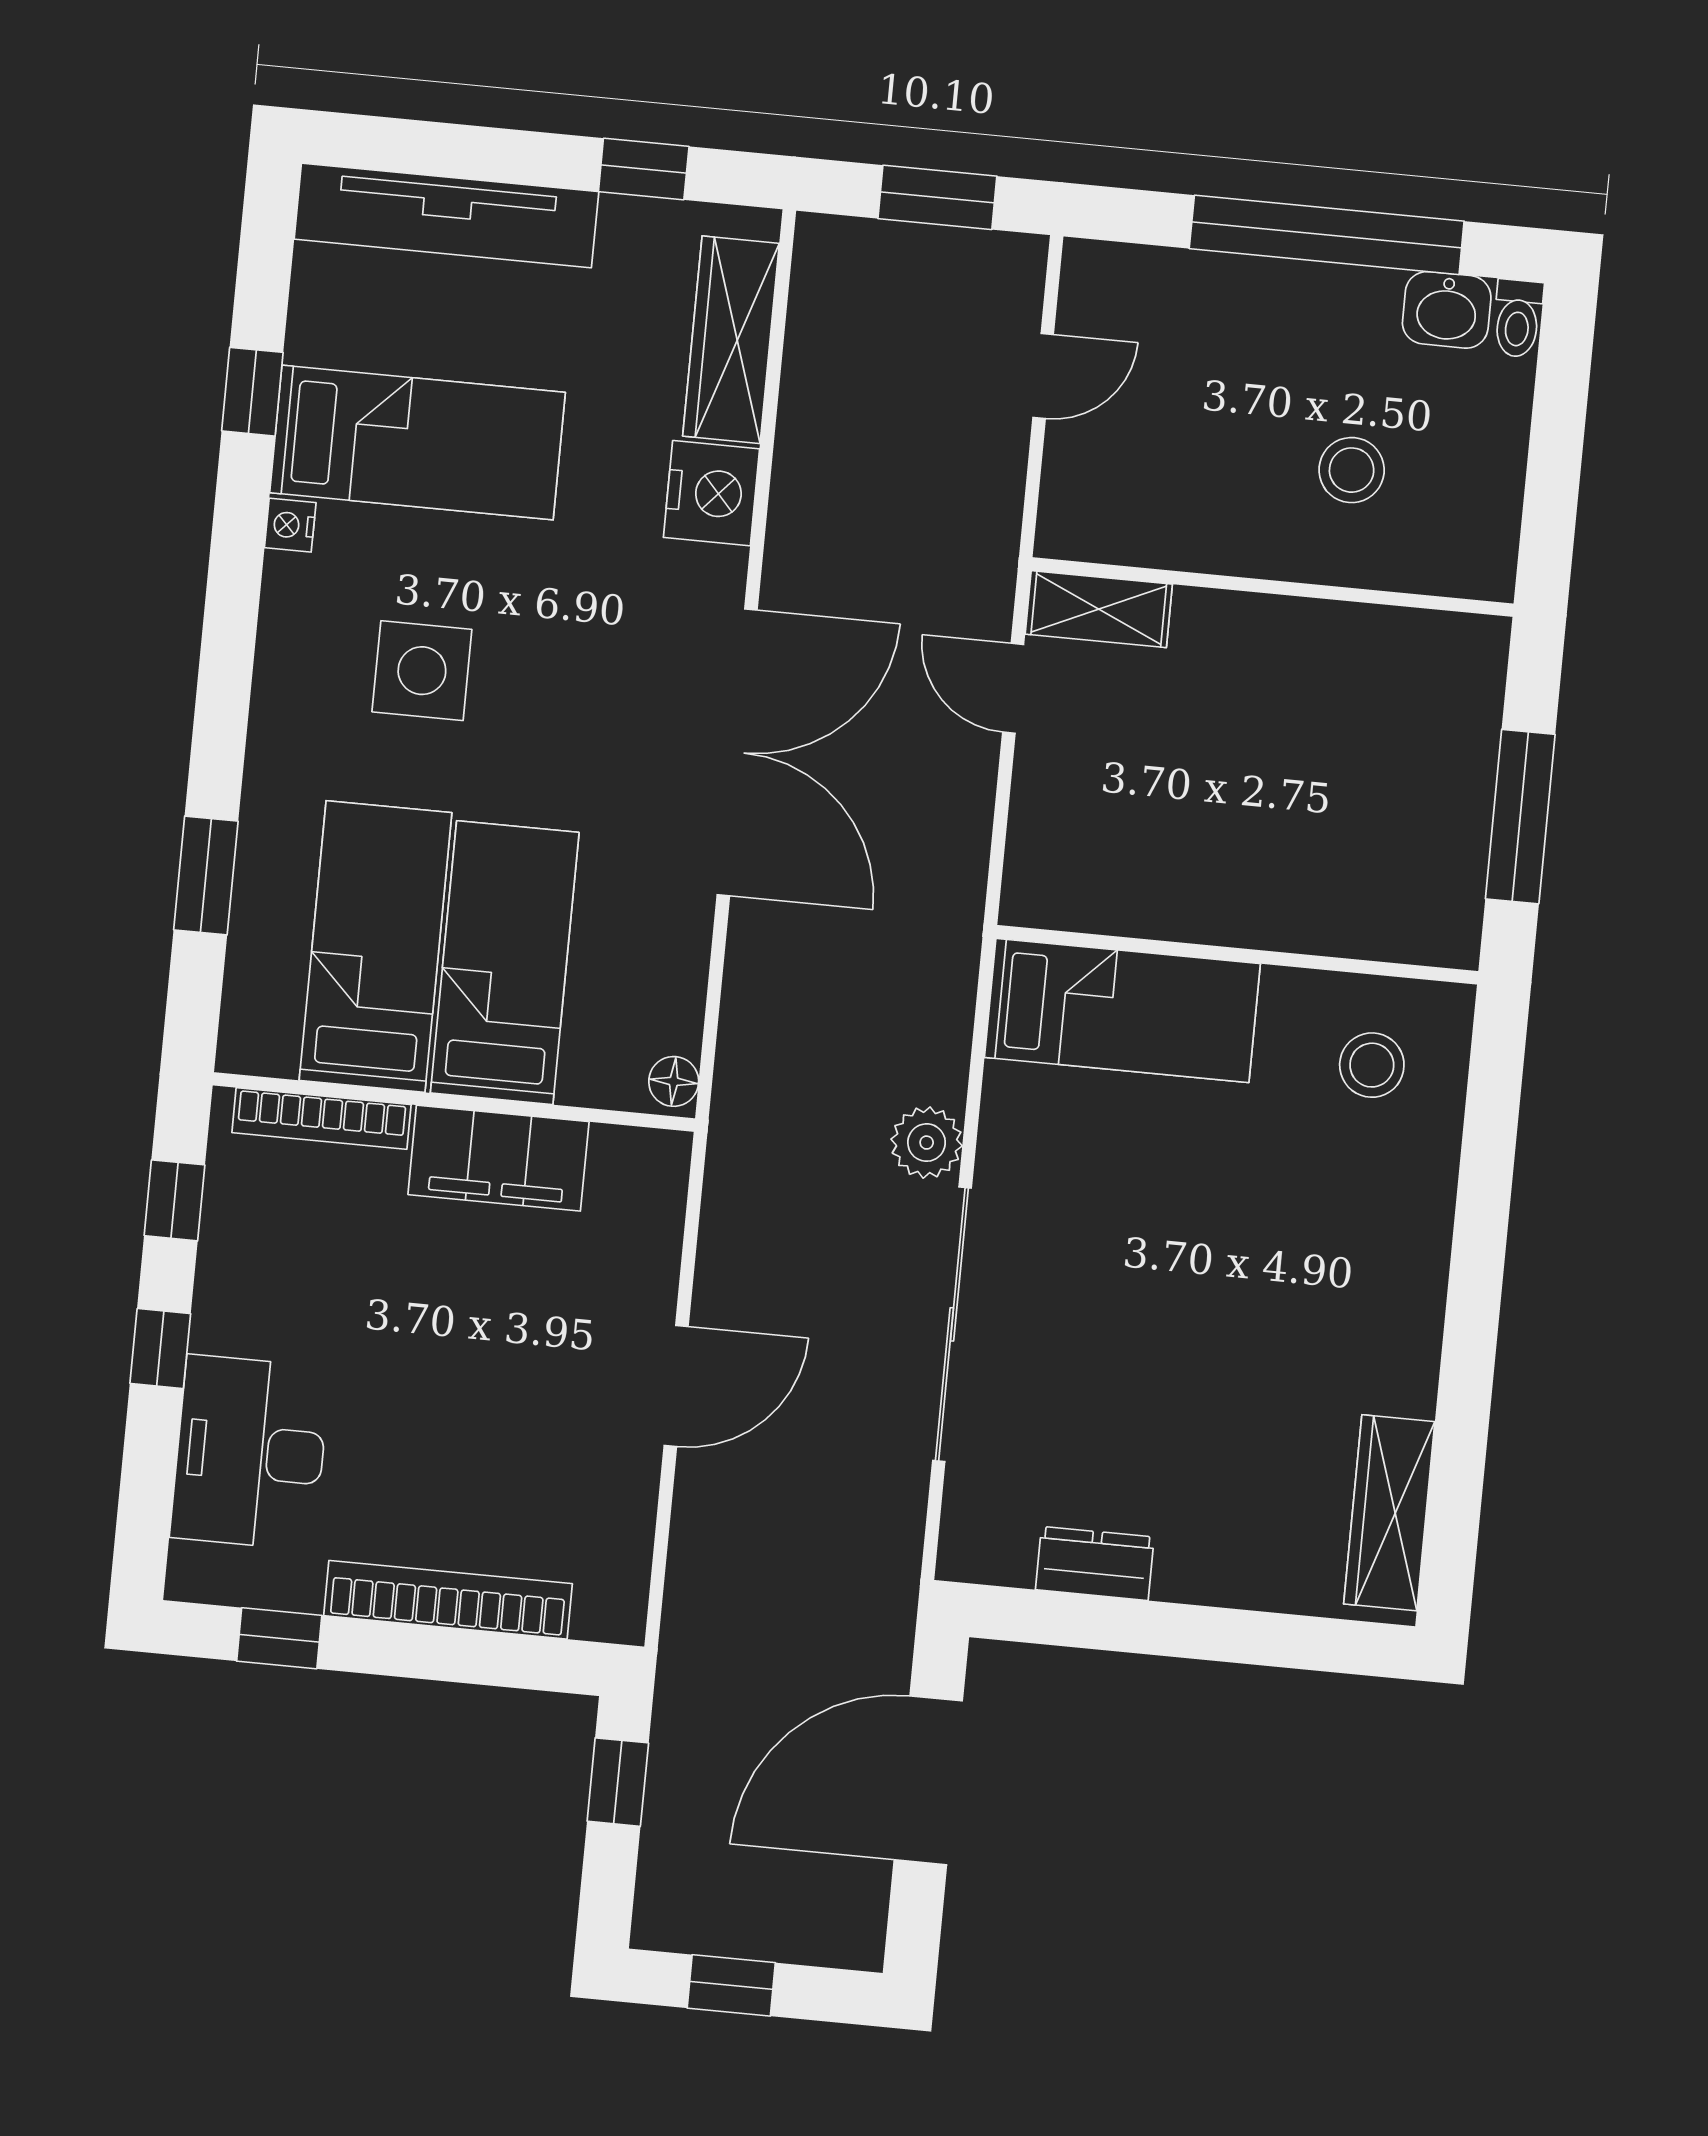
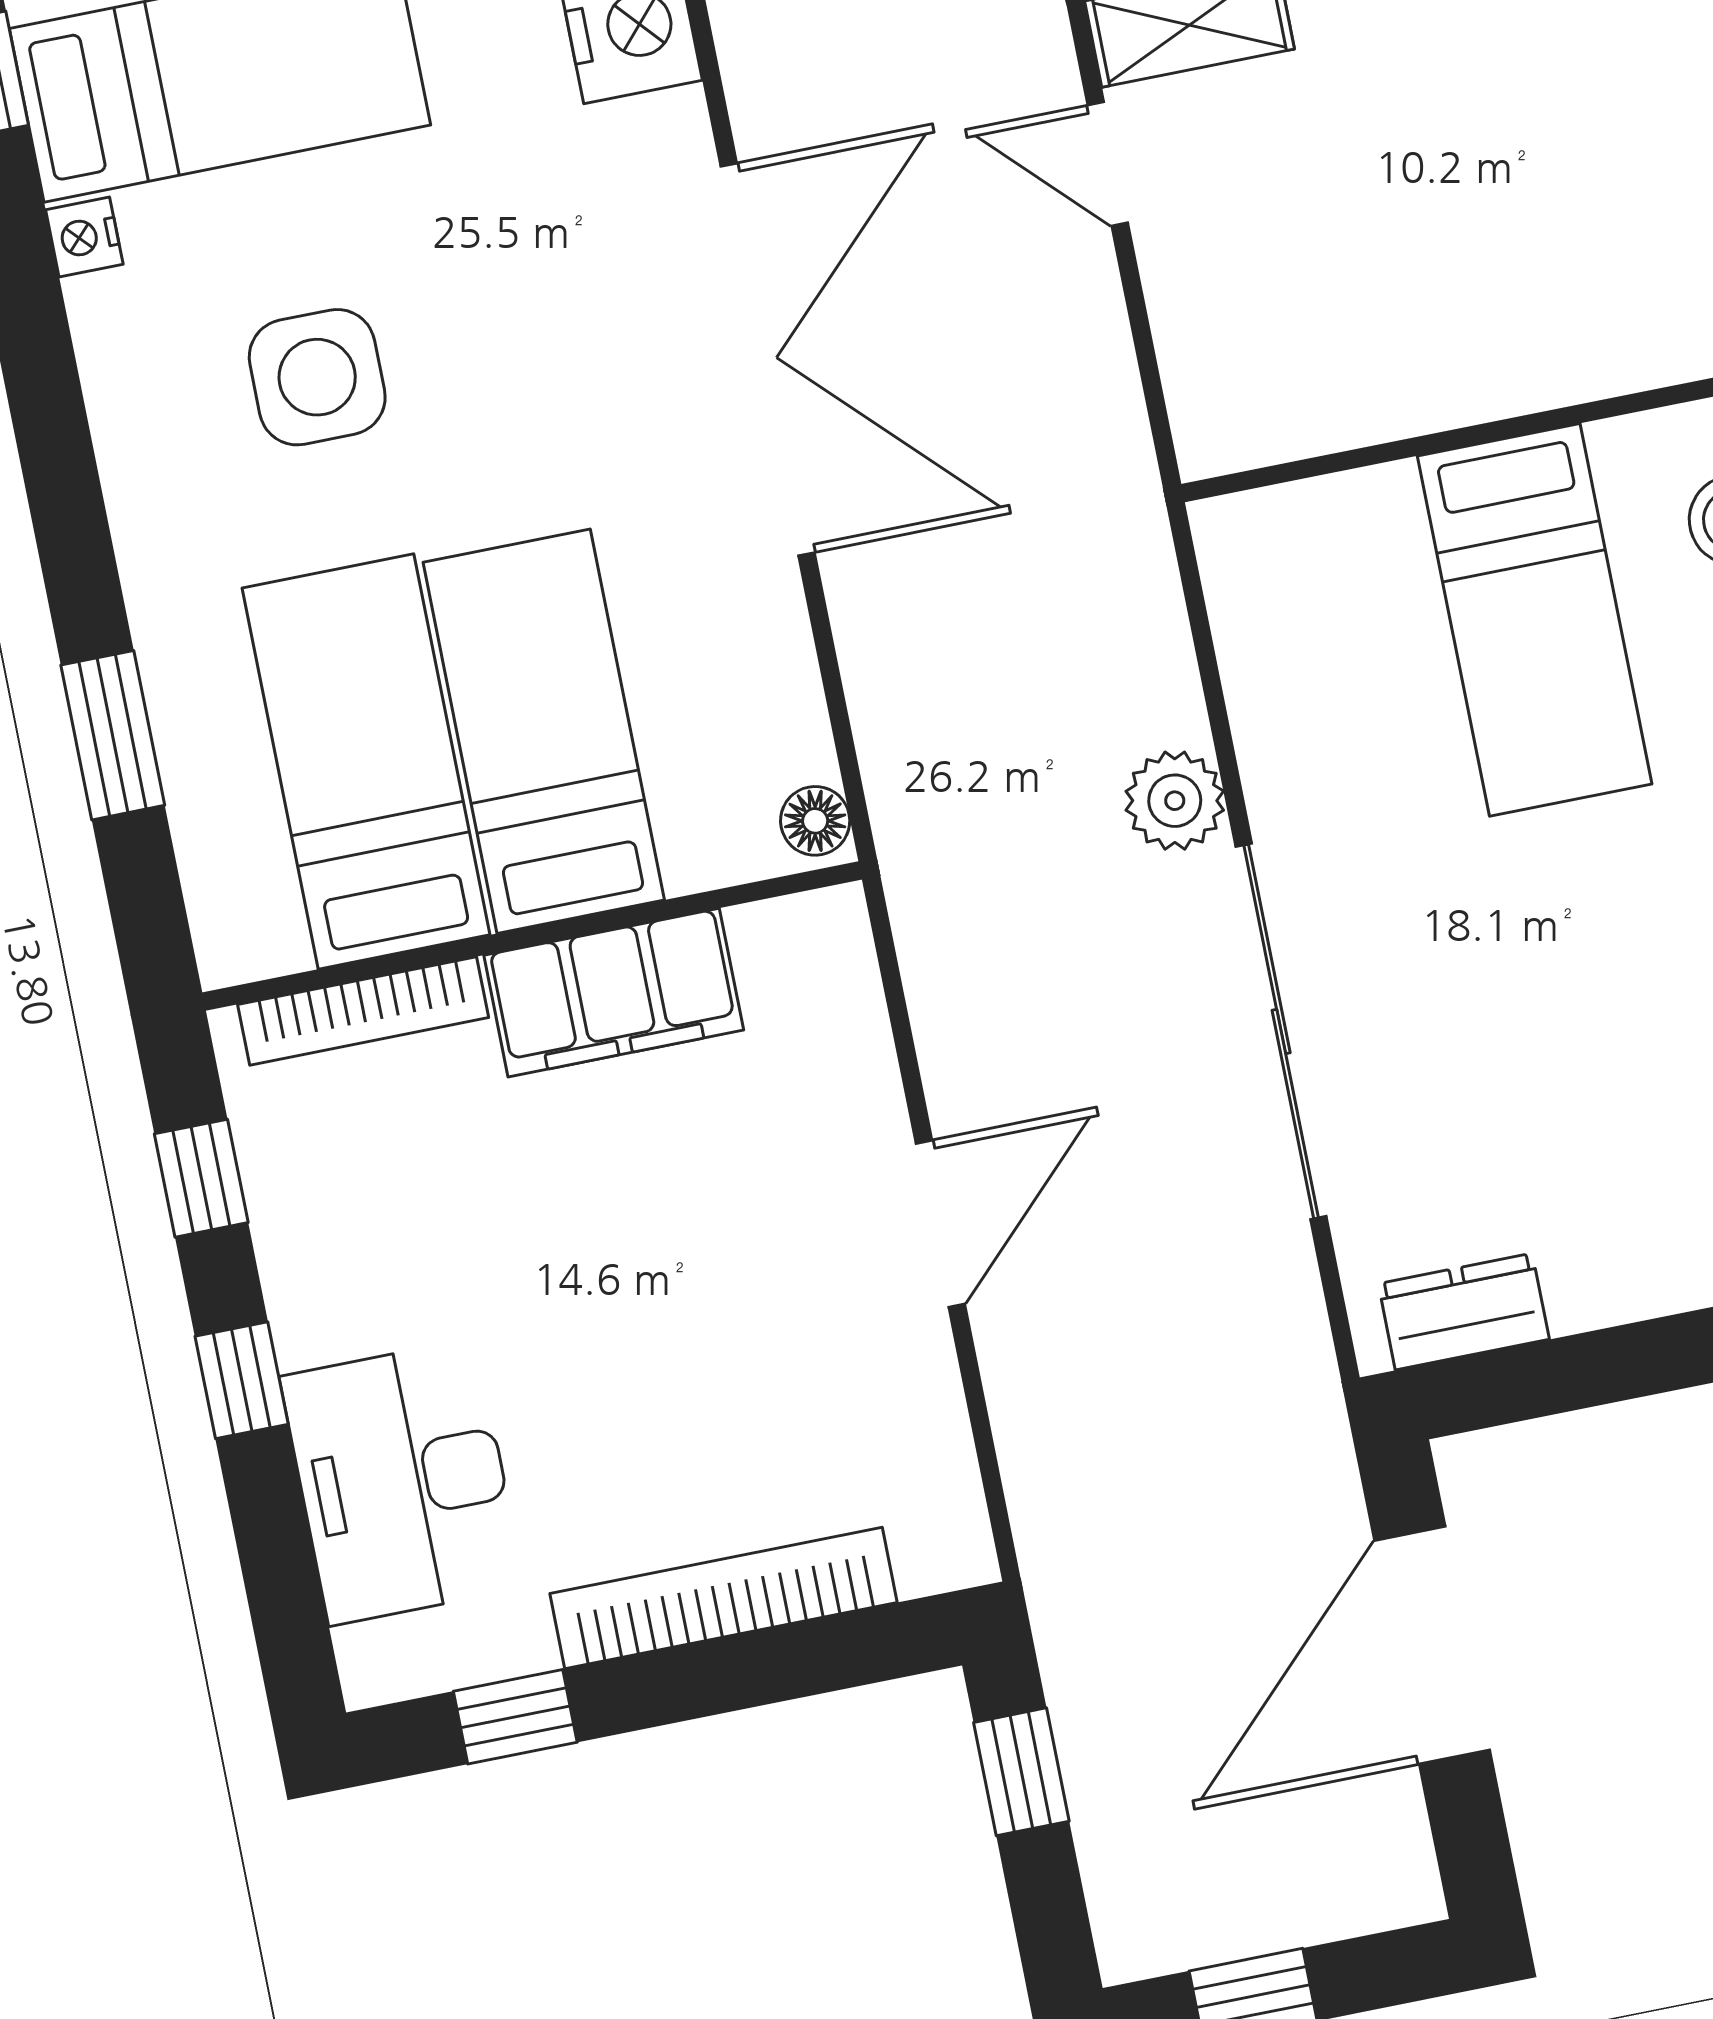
bed: (1122, 1010) -> (1535, 620), moved, turned 90
dresser: (1095, 1563) -> (1464, 1312), moved

